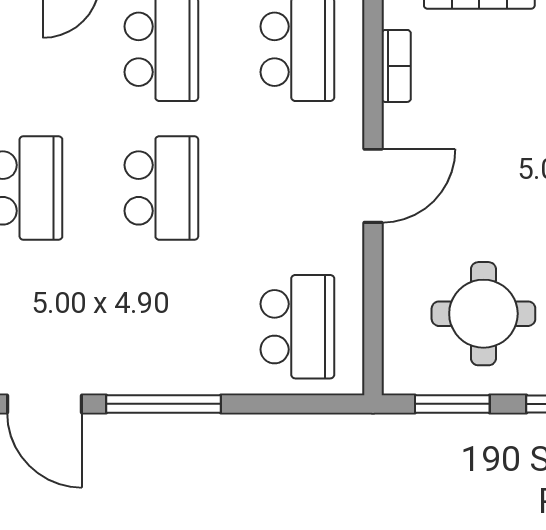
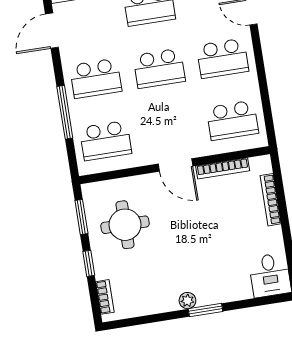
bookcase: (396, 66) -> (223, 168), width x1.56
school desk: (161, 327) -> (96, 78), added
window: (163, 404) -> (65, 112), moved

